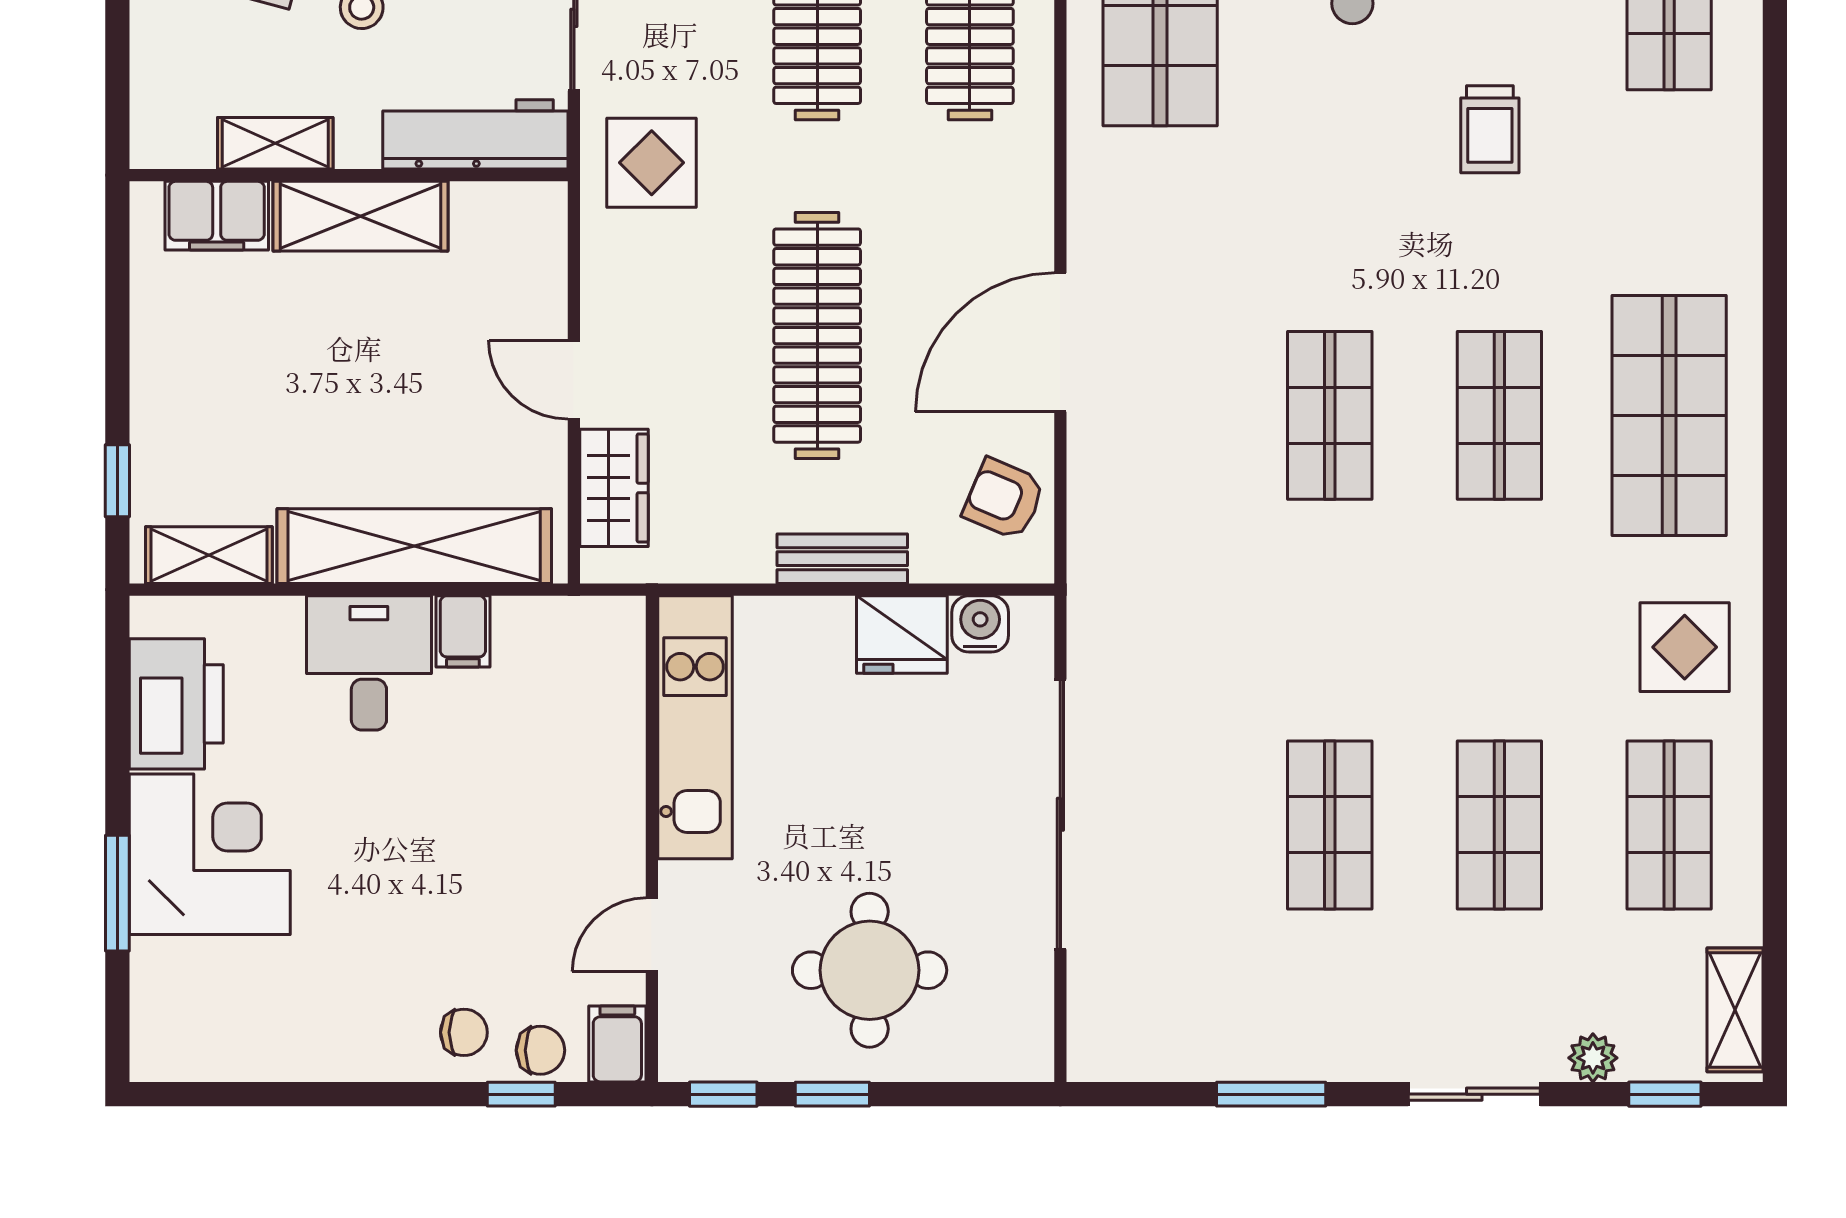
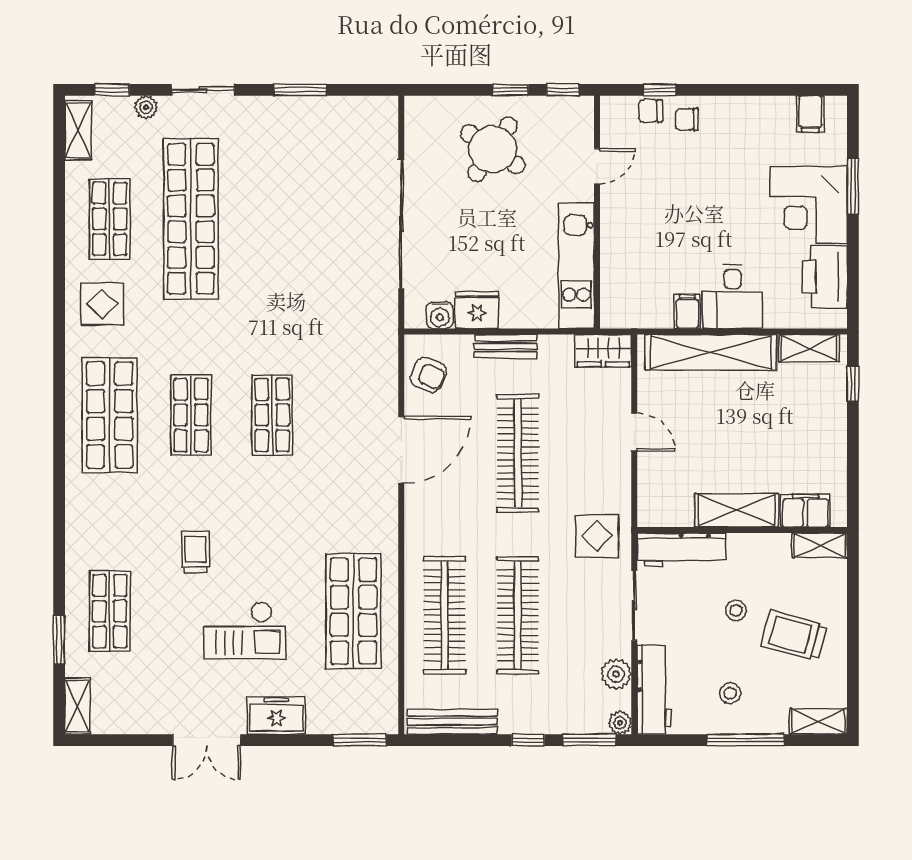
shelving: (275, 143) -> (820, 545), moved
wardrobe: (614, 488) -> (603, 351), moved, turned -90
shop shelf: (1330, 825) -> (272, 219), removed
shop shelf: (1499, 825) -> (191, 219), width x2.00, depth x1.36
round table: (870, 970) -> (493, 149), turned 34
filing cabinet: (617, 1044) -> (810, 114), moved

